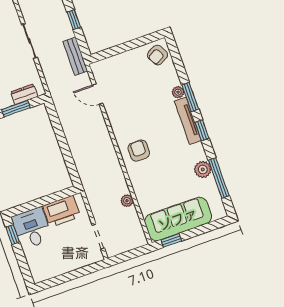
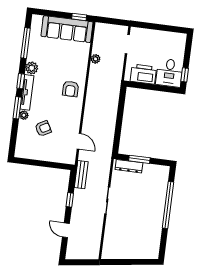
armchair: (157, 55) -> (43, 128), moved
dresser: (24, 94) -> (129, 166), width x1.44
plant: (203, 169) -> (32, 68), moved

